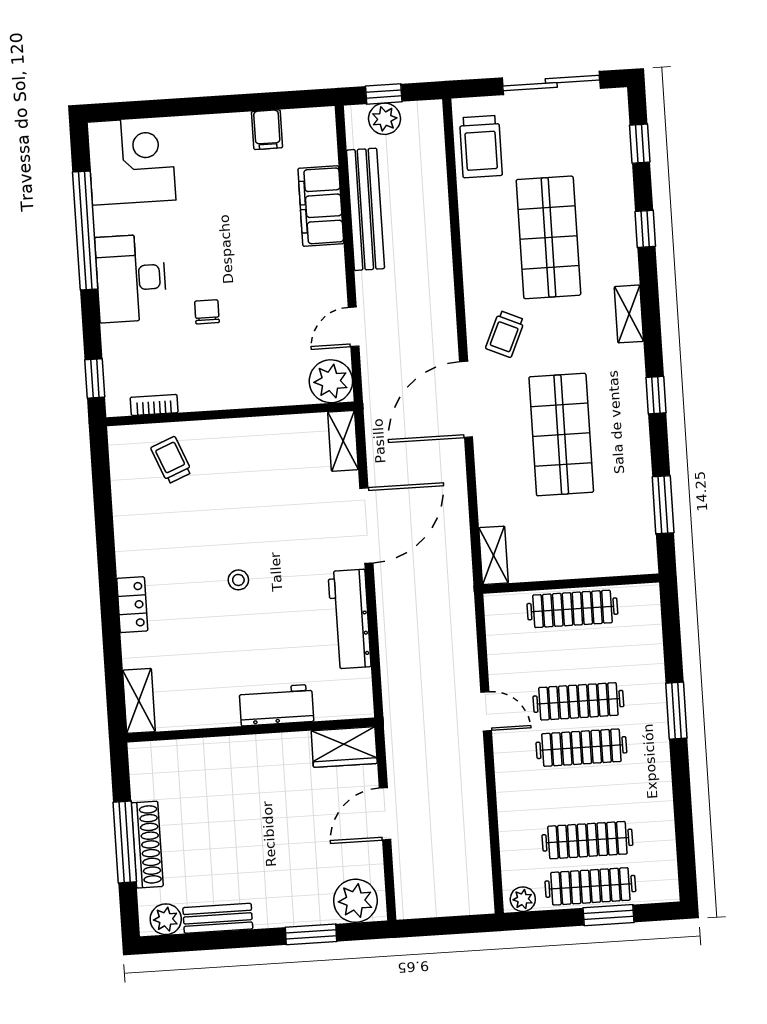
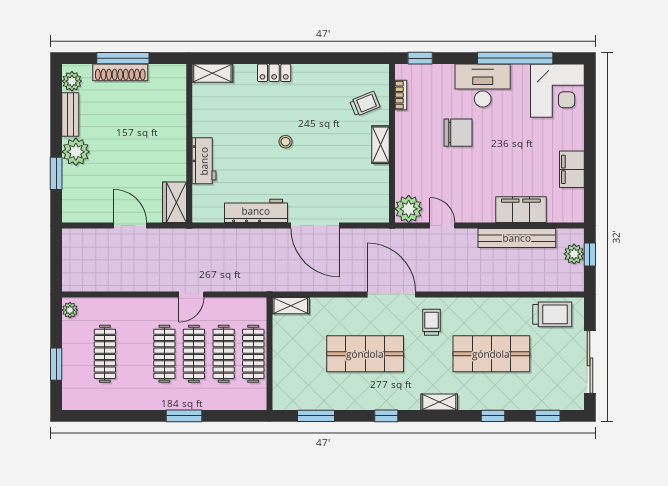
filing cabinet: (267, 130) -> (572, 169), width x2.00
trolley: (481, 147) -> (552, 314), turned 180
chair: (207, 312) -> (458, 133), width x1.87, depth x1.87
trolley: (505, 334) -> (432, 322), turned 66
shelving: (343, 441) -> (380, 145), moved, turned 90
clothes rail: (590, 886) -> (224, 354), moved
plant: (355, 901) -> (76, 152), moved

